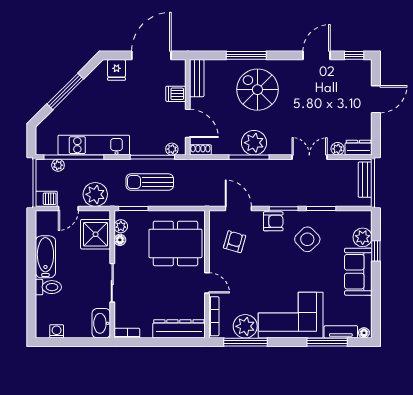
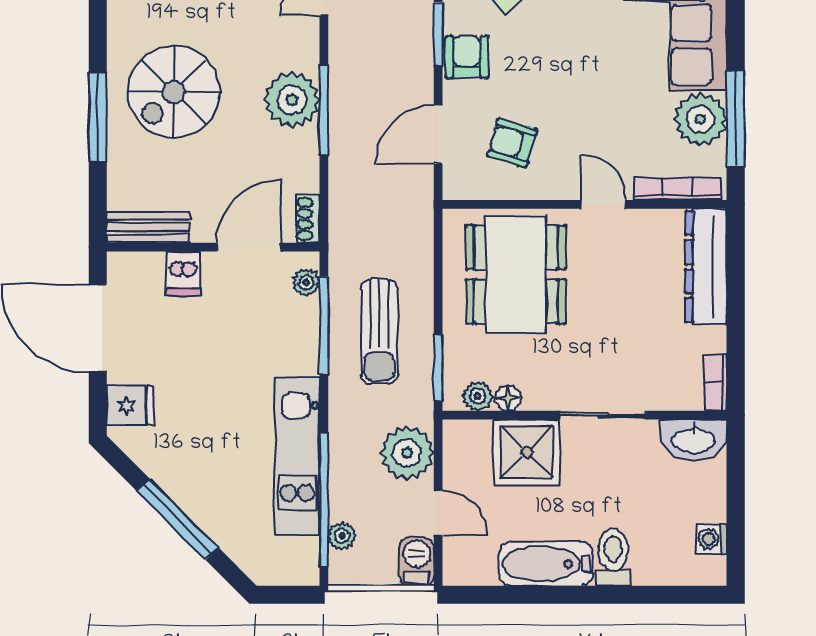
shower: (96, 234) -> (527, 452), moved
door: (207, 283) -> (604, 204), hinge flipped

